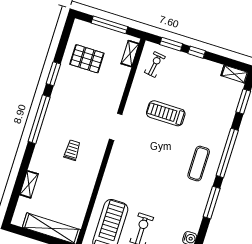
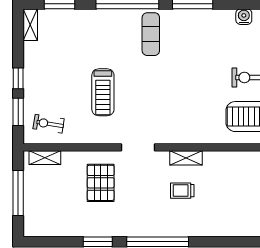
pallet: (87, 59) -> (101, 183), moved
exercise mat: (199, 164) -> (151, 34), turned 90
shelving: (29, 184) -> (186, 158), moved

